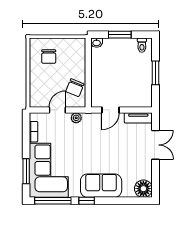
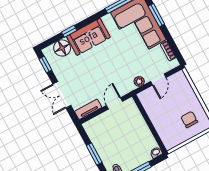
chair: (75, 88) -> (154, 106), removed
window: (156, 182) -> (45, 65), added
floor lamp: (143, 189) -> (62, 48), moved
window: (87, 201) -> (69, 31), moved

